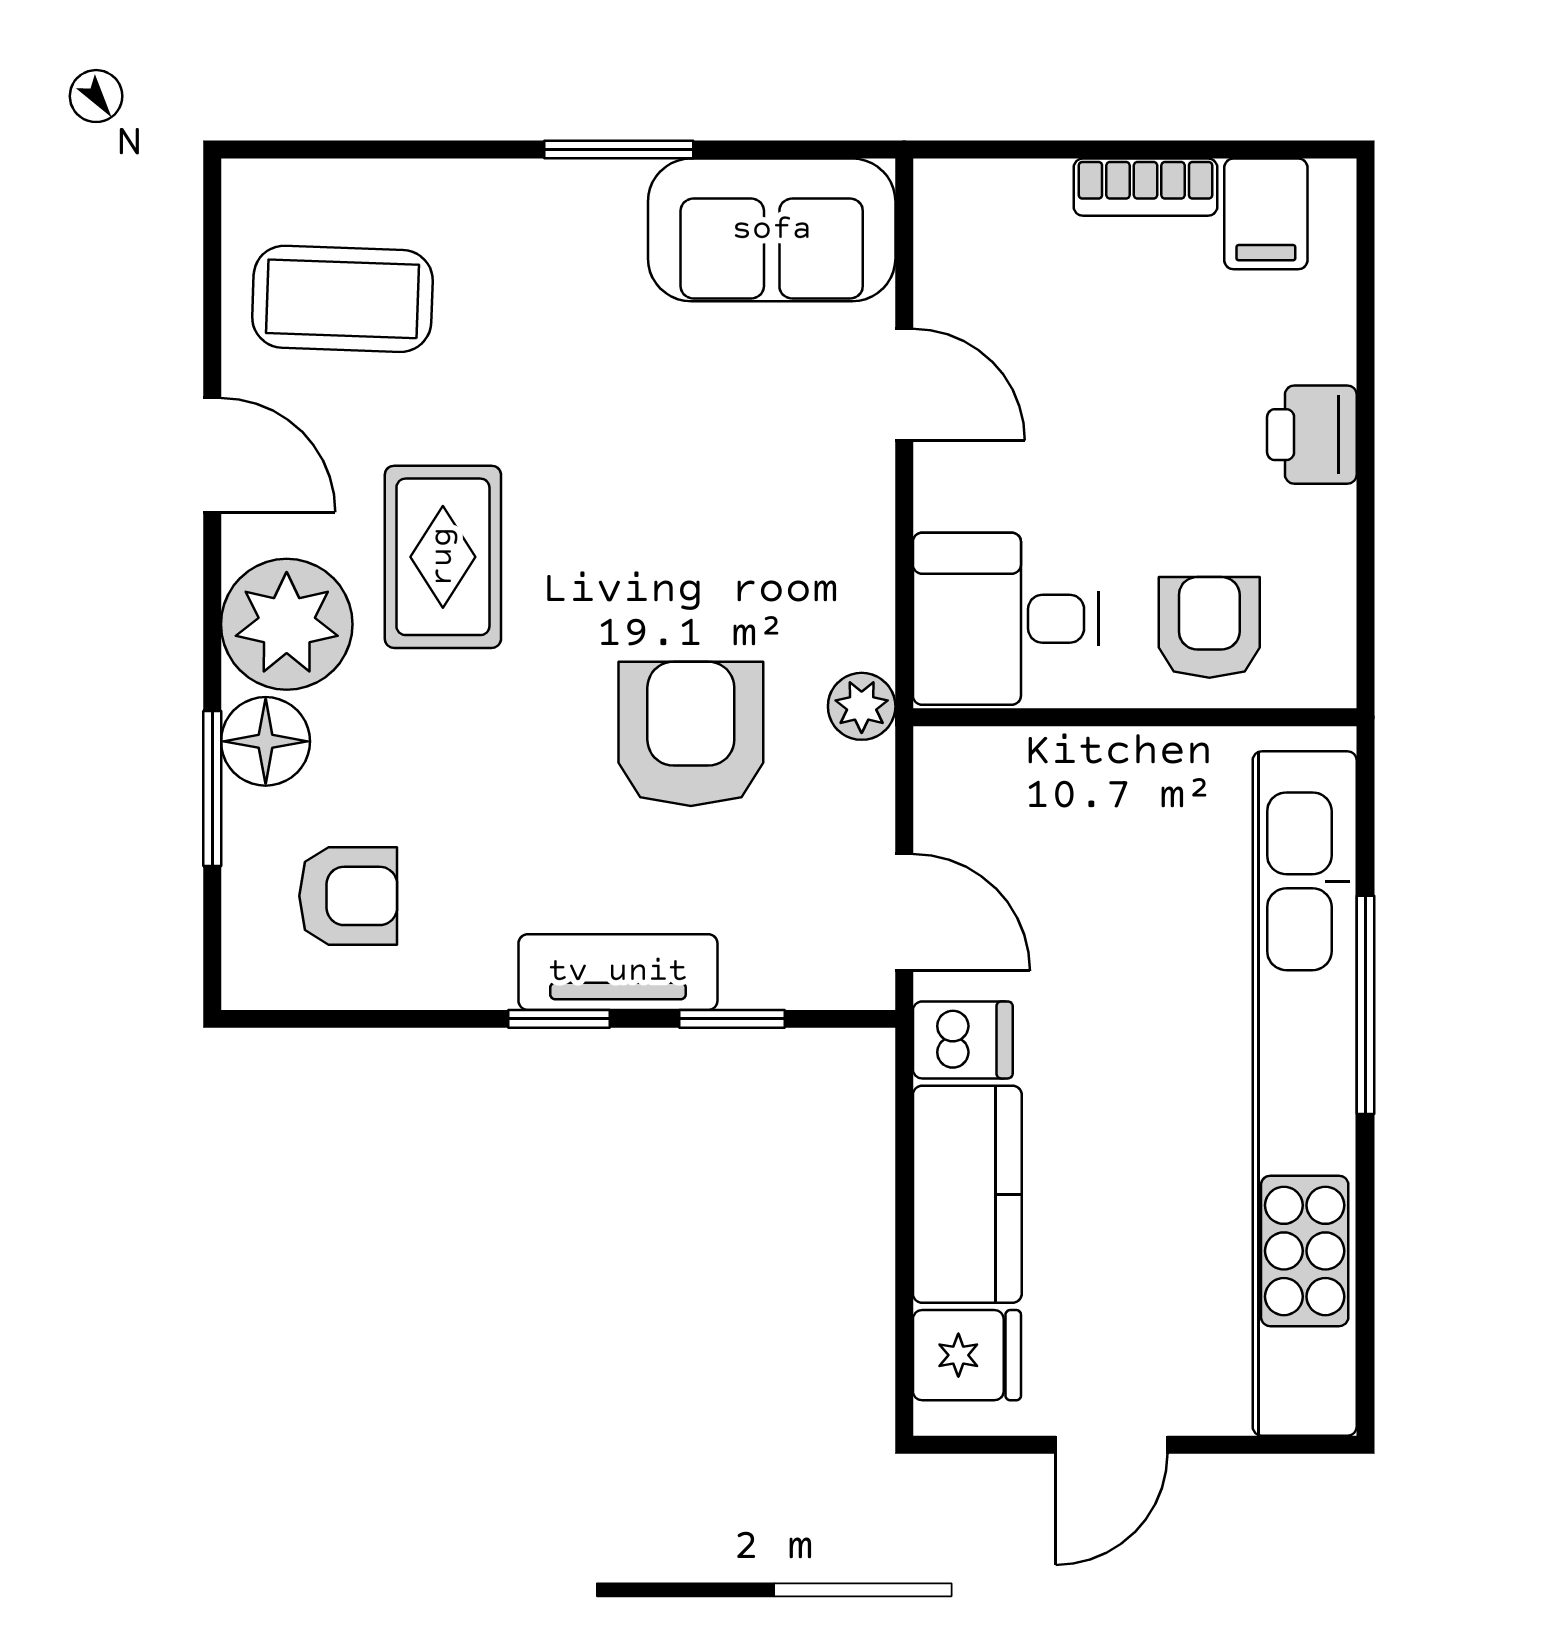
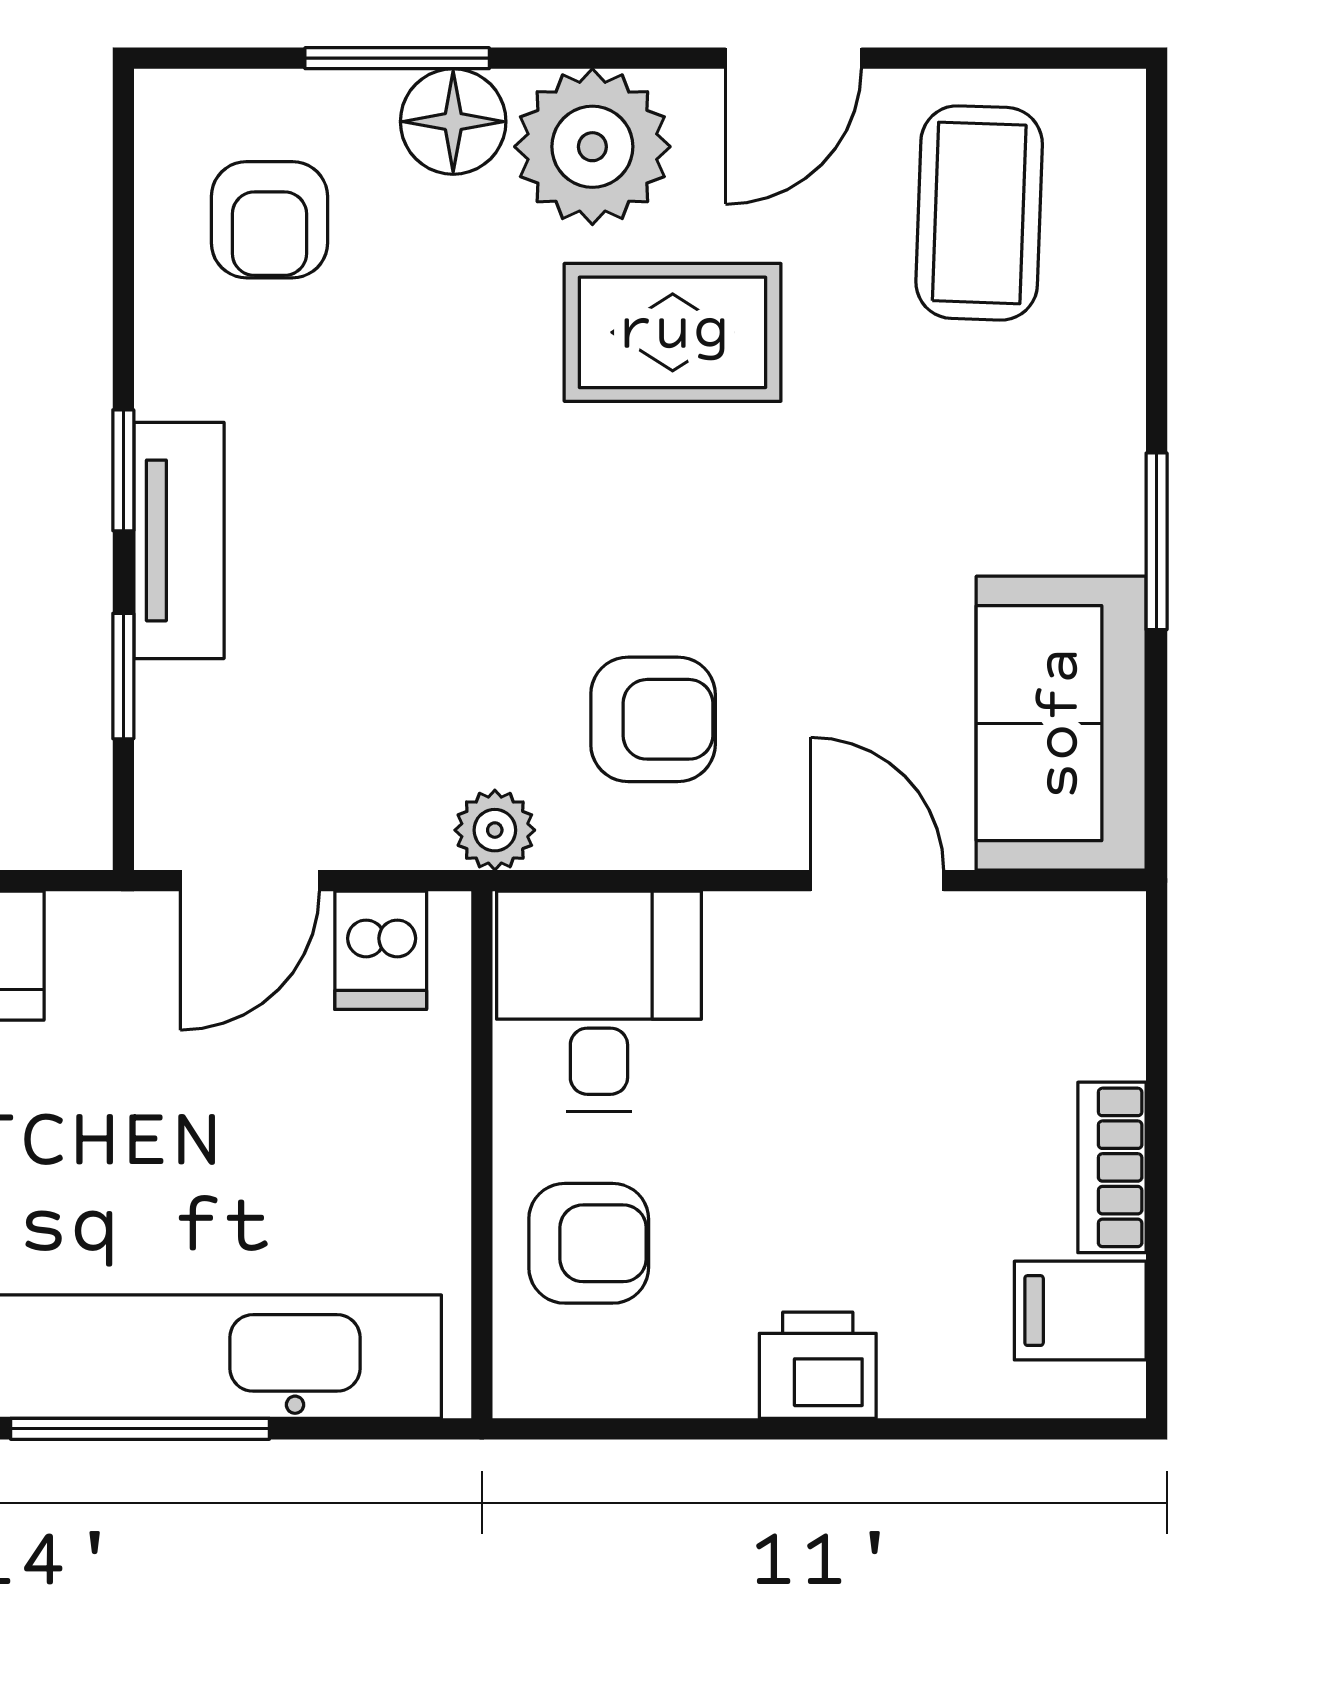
door: (904, 385) -> (877, 881), swing flipped
armchair: (691, 734) -> (653, 719), moved, width x0.72, depth x0.72
dishwasher: (963, 1040) -> (381, 950), moved

